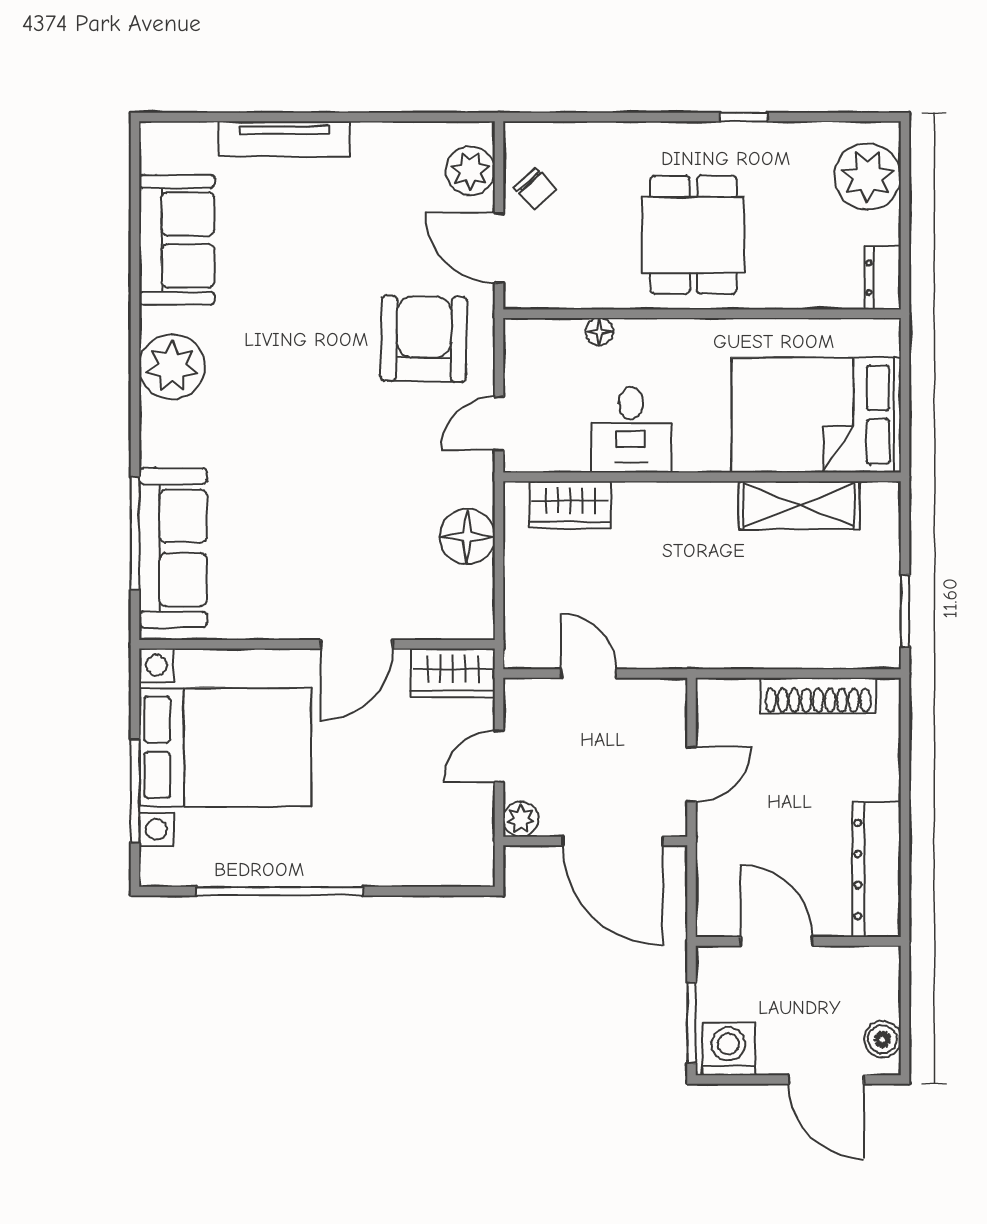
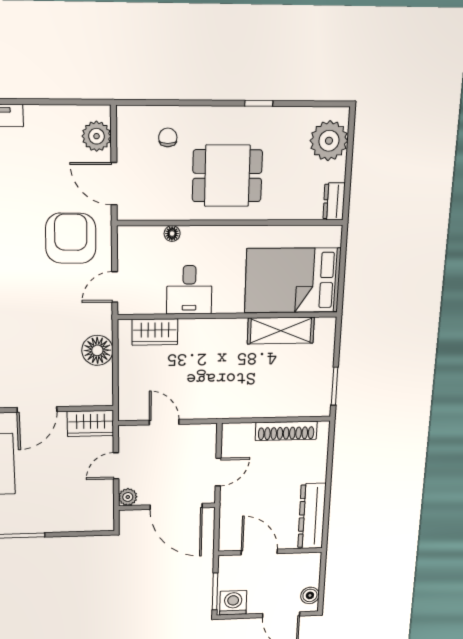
chair: (535, 189) -> (168, 137), moved, turned -137
dining table: (693, 235) -> (227, 176), turned 90

